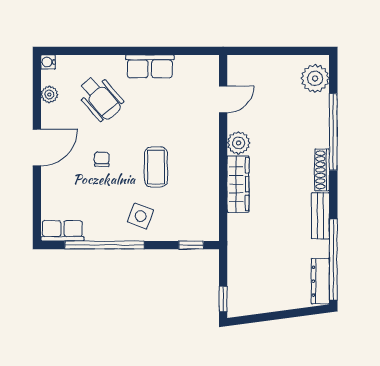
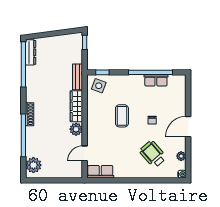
row of seats: (150, 66) -> (100, 172), moved
side table: (141, 216) -> (99, 86), moved
bench: (320, 216) -> (77, 77), moved
row of seats: (62, 231) -> (156, 80), moved

